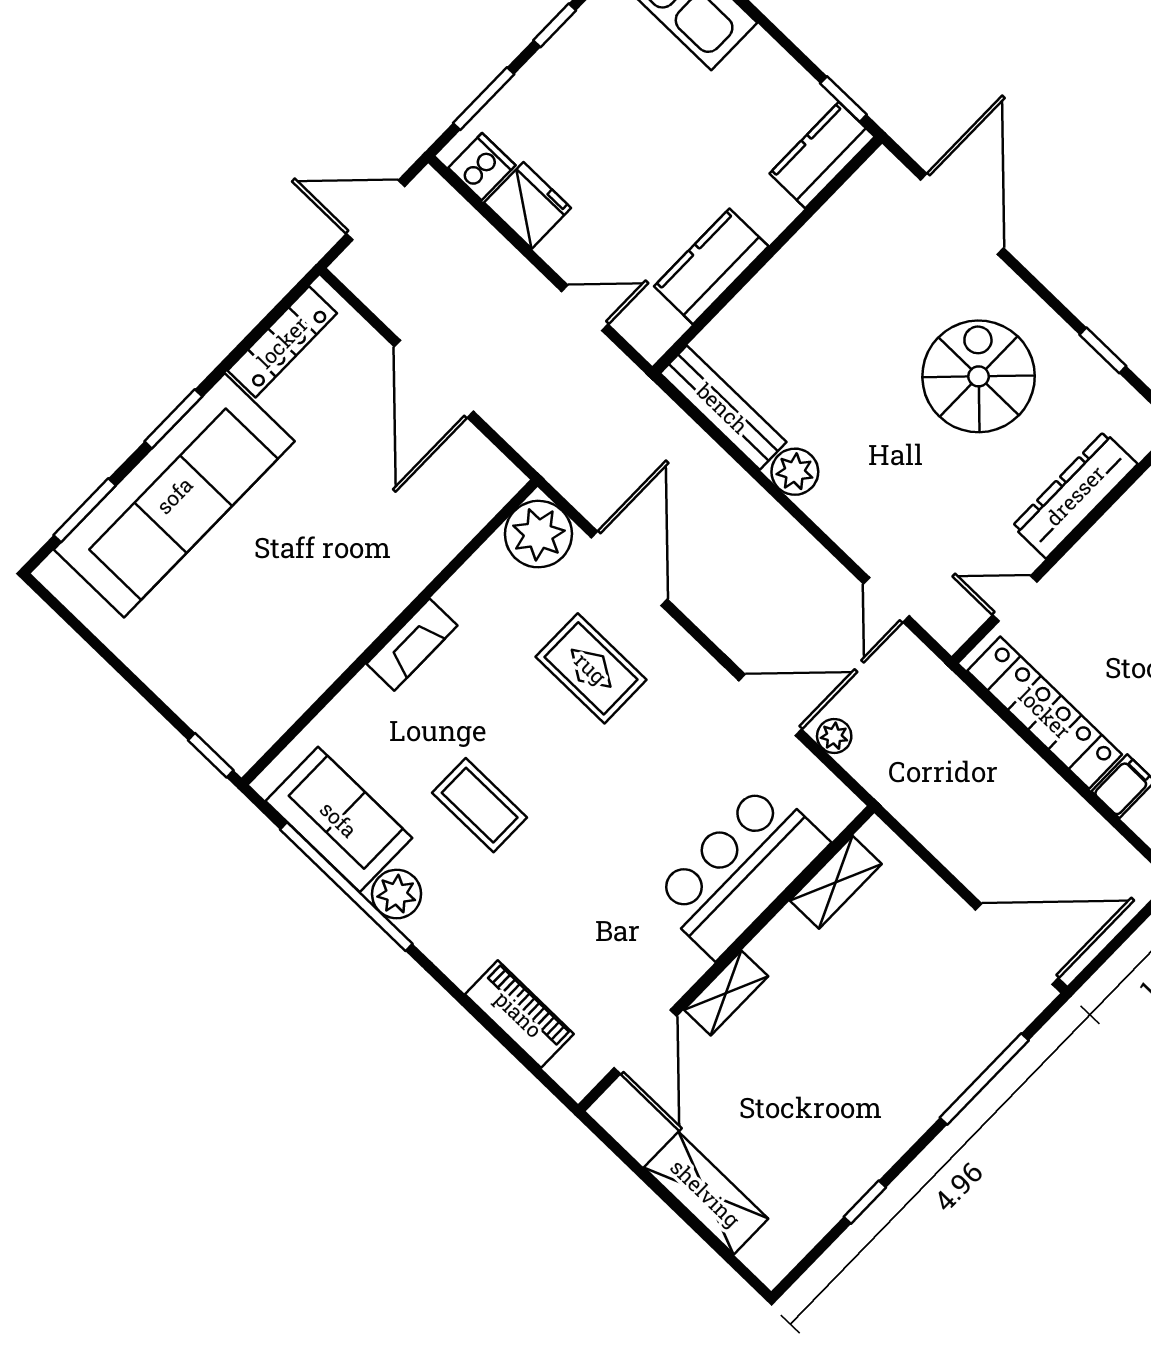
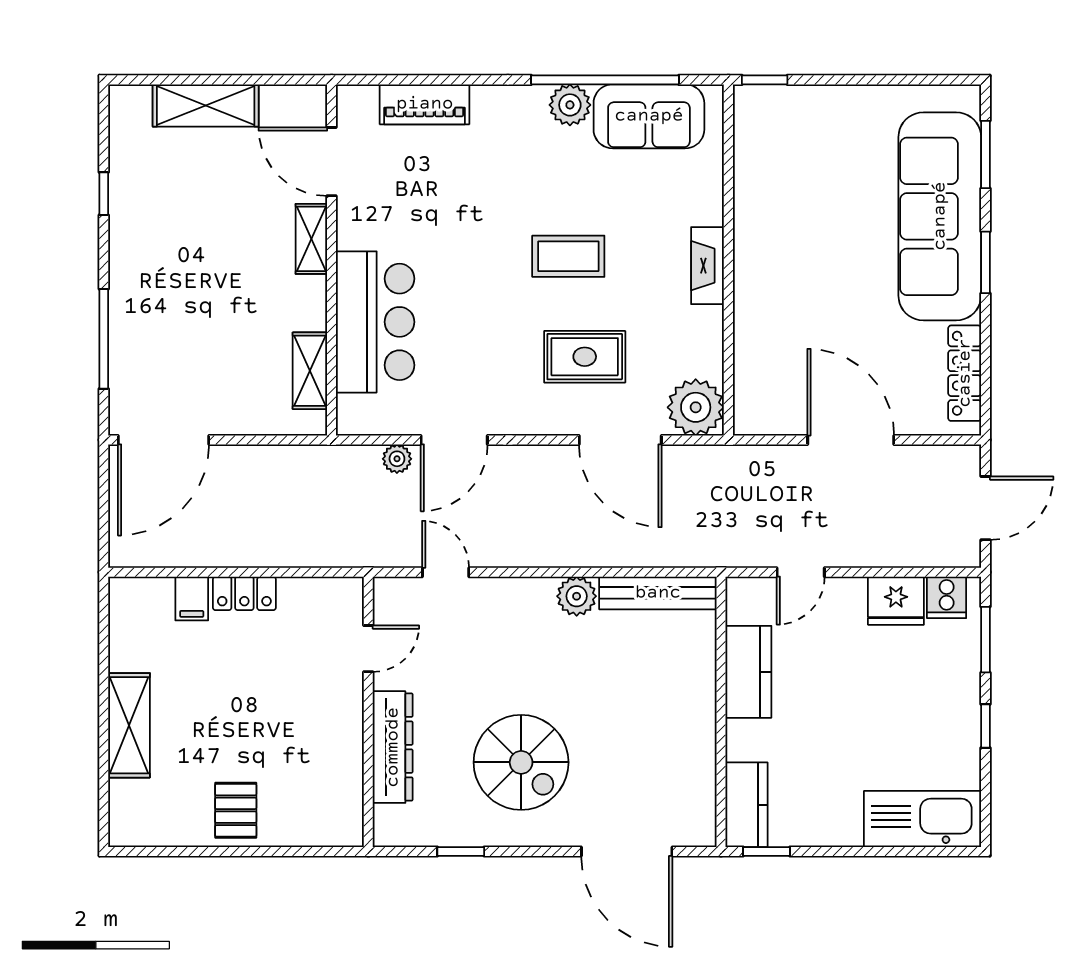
locker: (1045, 713) -> (244, 593), width x0.46, depth x0.83
coffee table: (480, 805) -> (568, 256), moved

